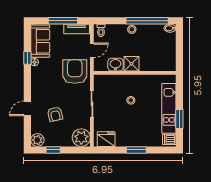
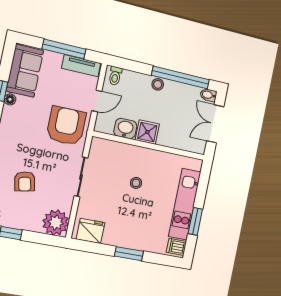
double door: (179, 47) -> (215, 124), added

